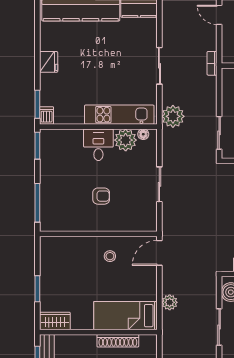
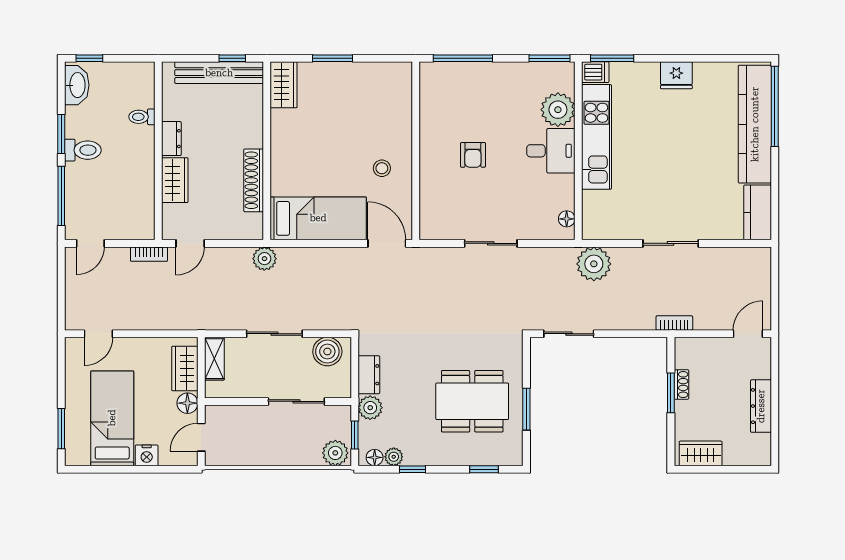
kitchen unit: (119, 115) -> (596, 137), moved
plant: (126, 140) -> (558, 110), moved
plant: (170, 302) -> (264, 259), moved
bed: (126, 316) -> (318, 218), moved, turned 90

